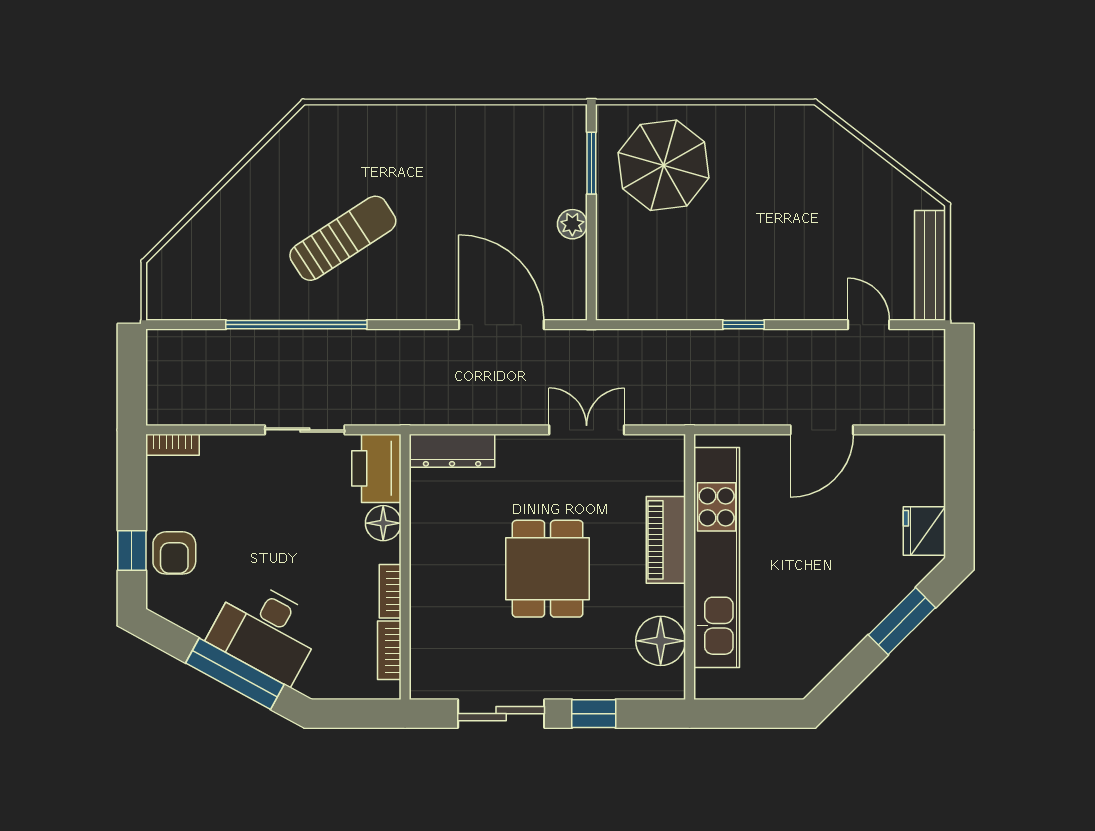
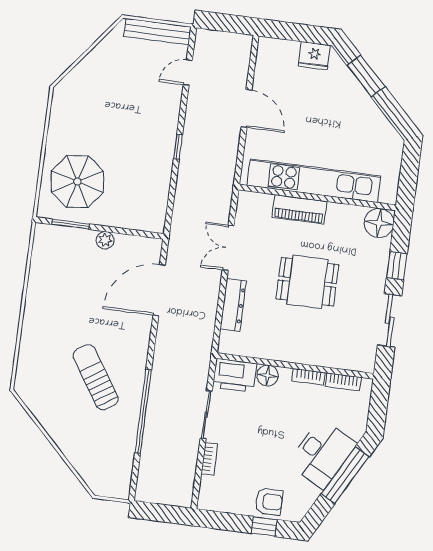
bookcase: (173, 445) -> (209, 459), moved
dresser: (452, 451) -> (233, 305), moved
floor lamp: (661, 641) -> (379, 223), moved

